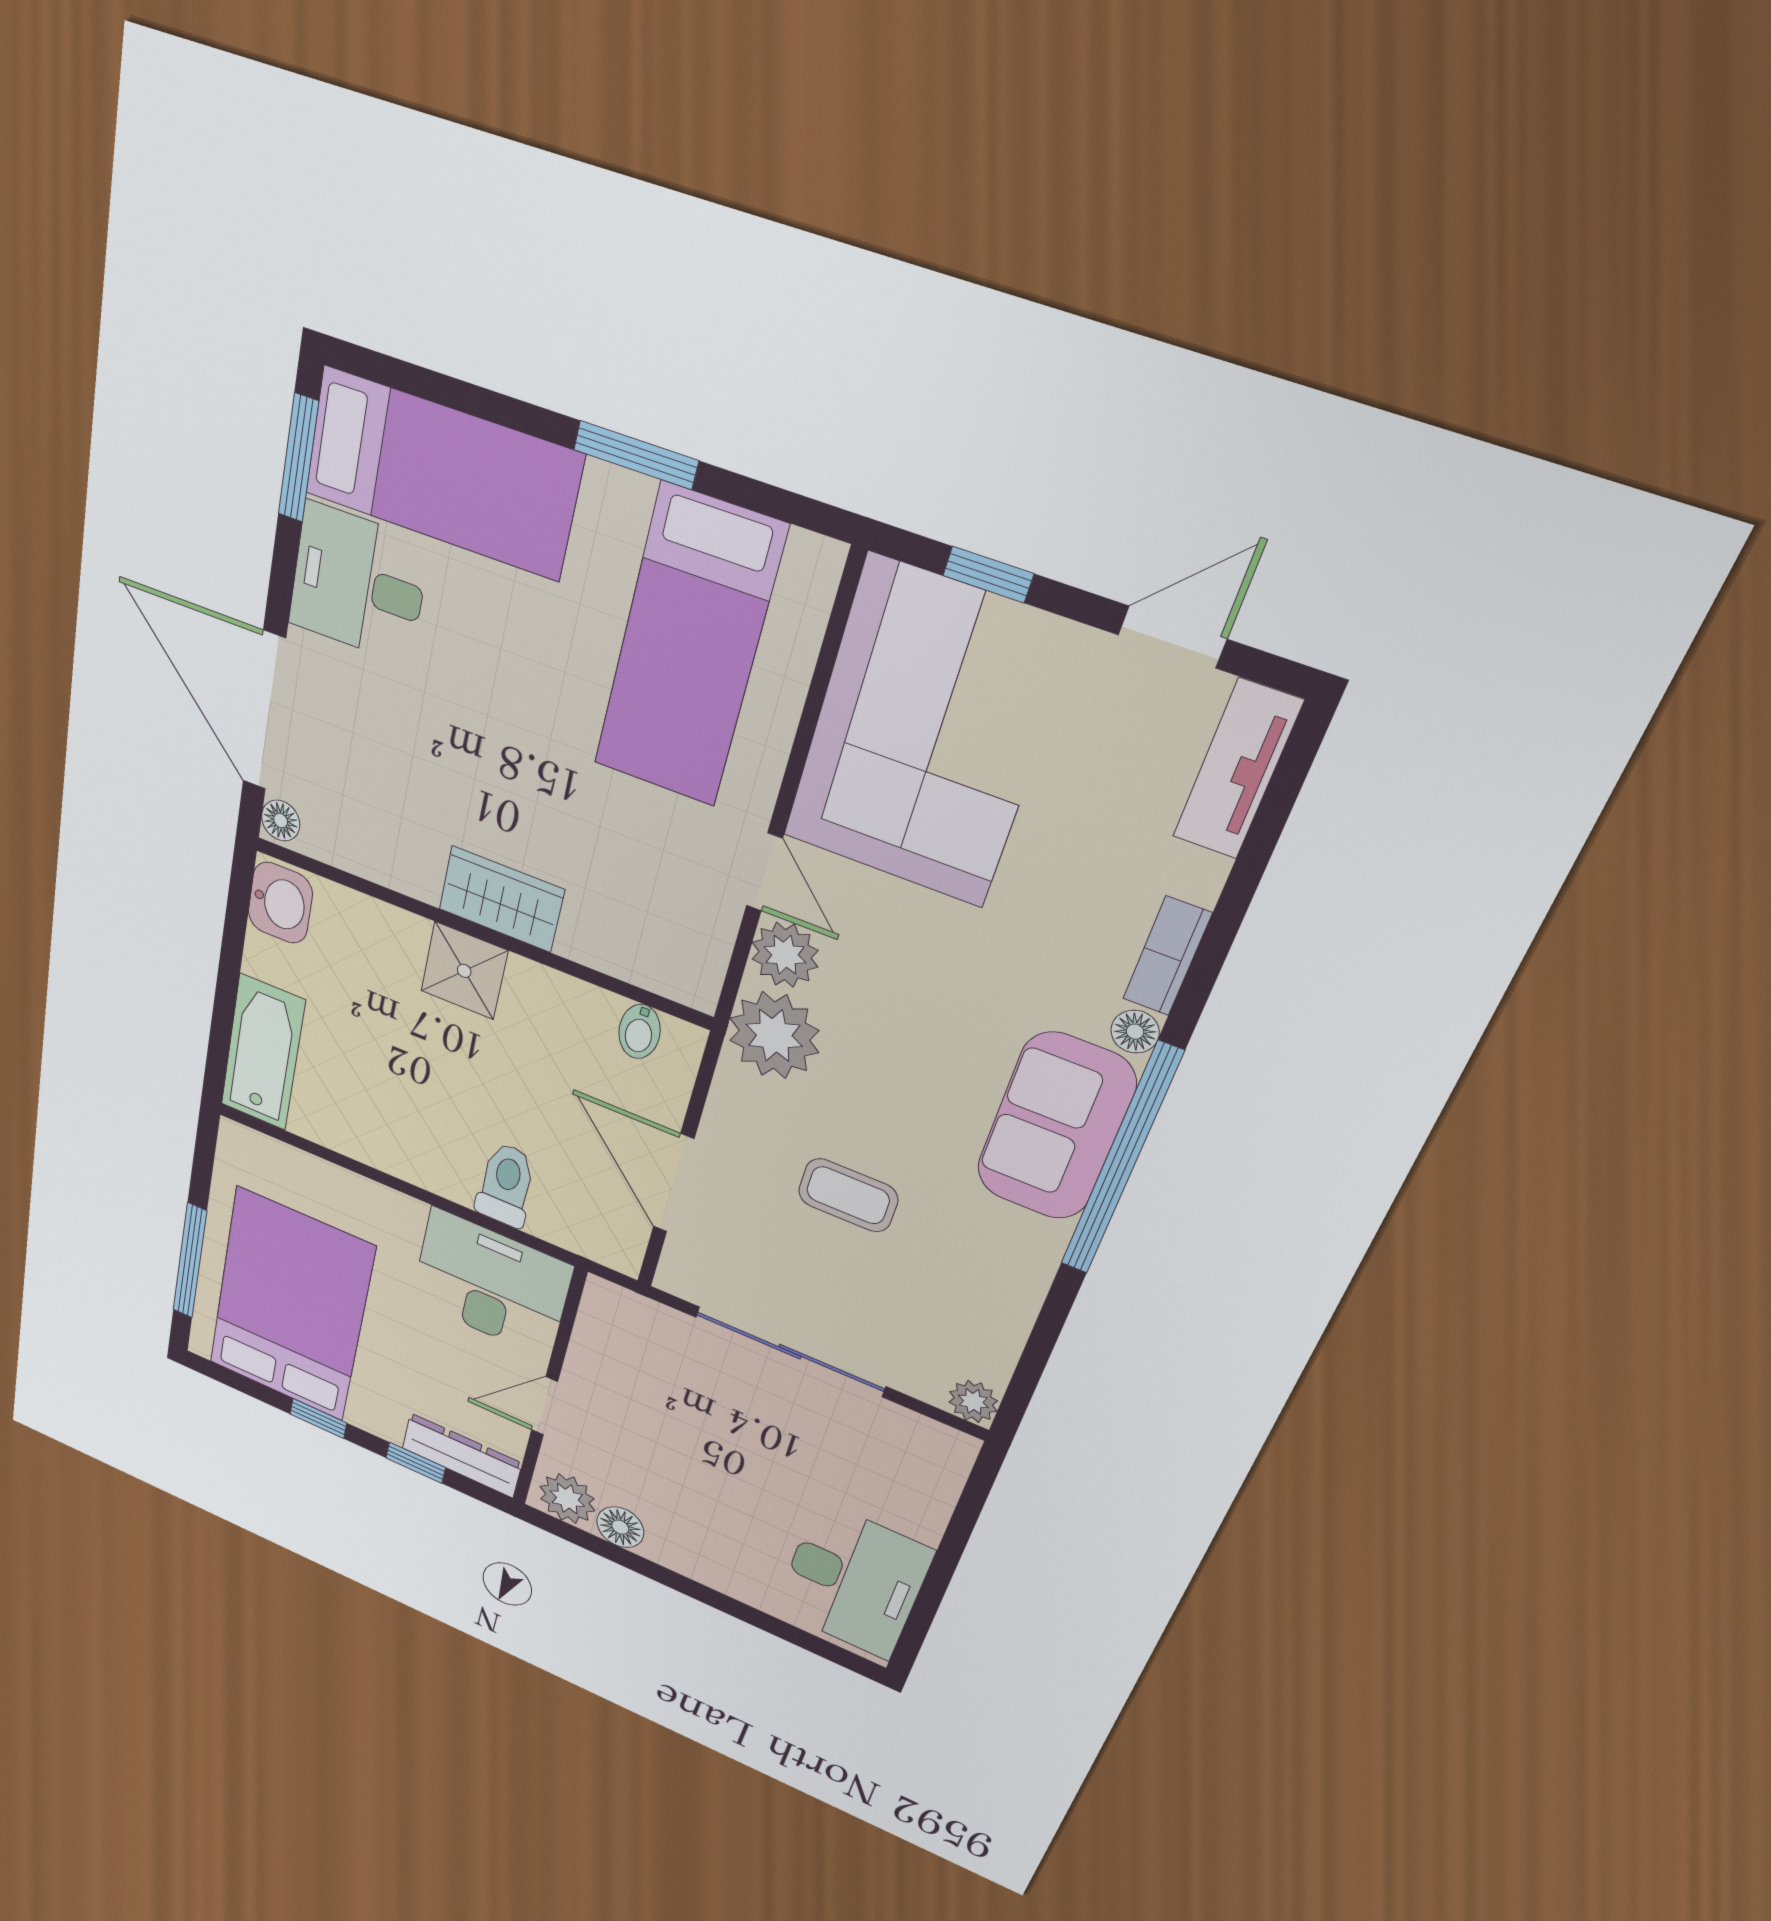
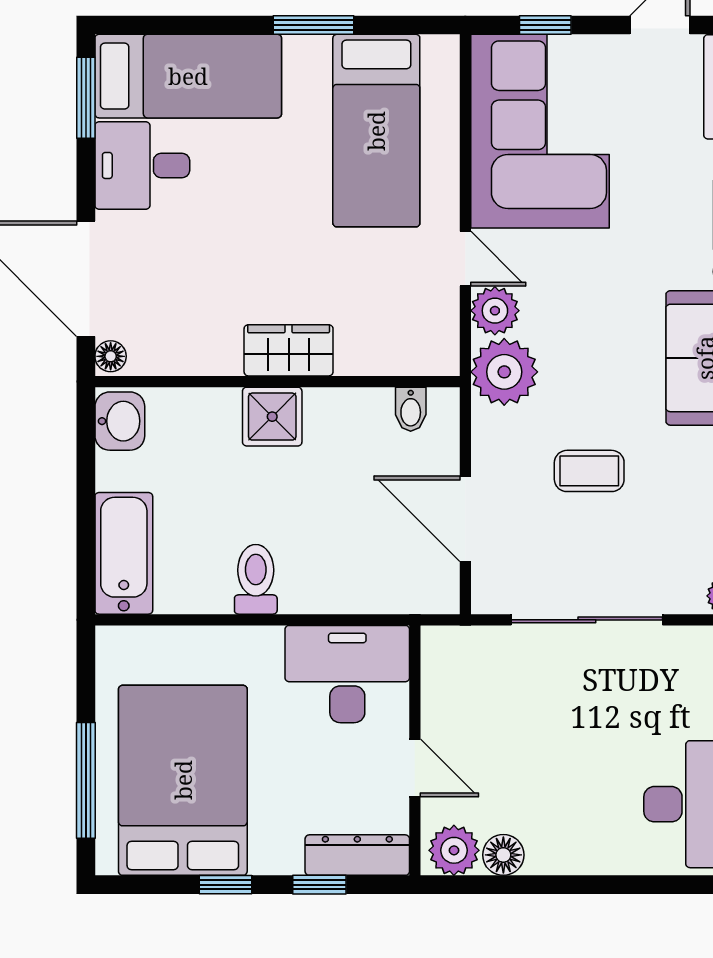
toilet: (506, 1185) -> (256, 579), moved
door: (545, 1406) -> (415, 768), swing flipped

